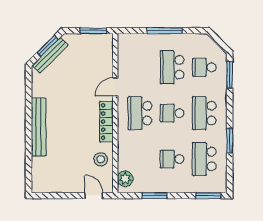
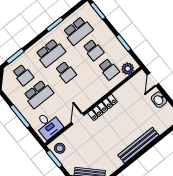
desk: (133, 52) -> (48, 125), added
door: (115, 87) -> (78, 119), swing flipped
school desk: (140, 113) -> (109, 69), moved, width x0.54
stool: (101, 159) -> (60, 148), moved
washbasin: (68, 185) -> (159, 100), added

